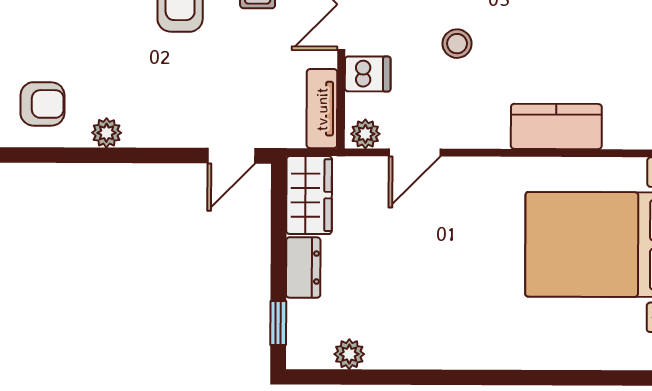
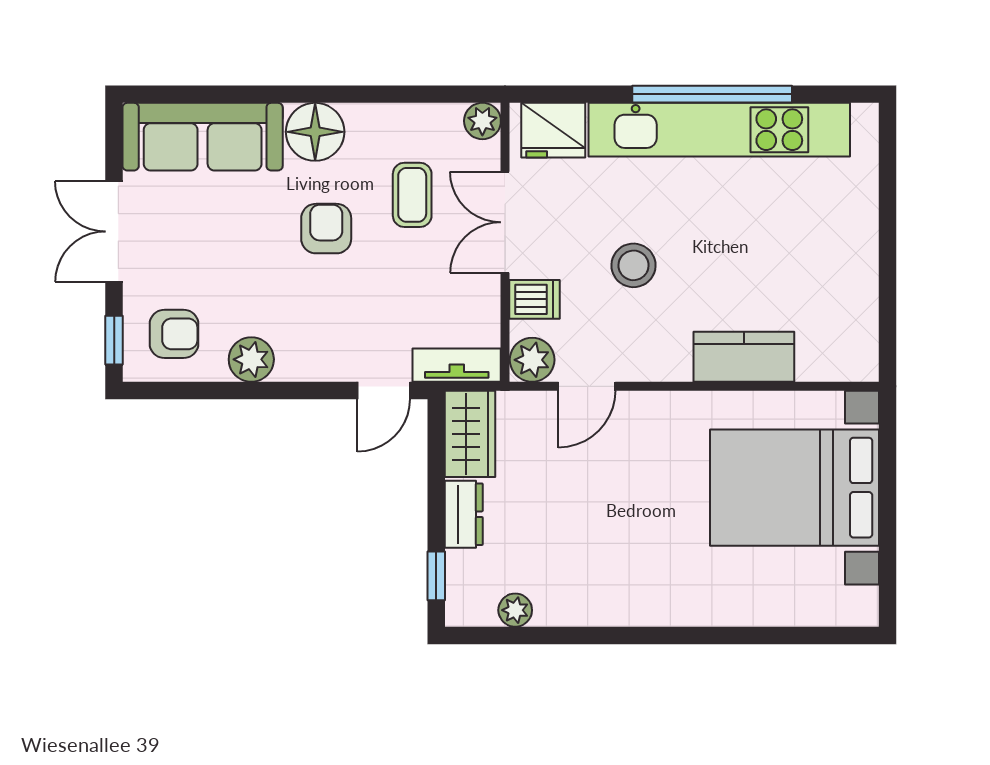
stool: (457, 44) -> (633, 265), width x1.37, depth x1.37
tv unit: (322, 109) -> (457, 365), moved, turned 90
plant: (107, 133) -> (251, 359), width x1.38, depth x1.38
plant: (365, 134) -> (532, 360), width x1.38, depth x1.38

